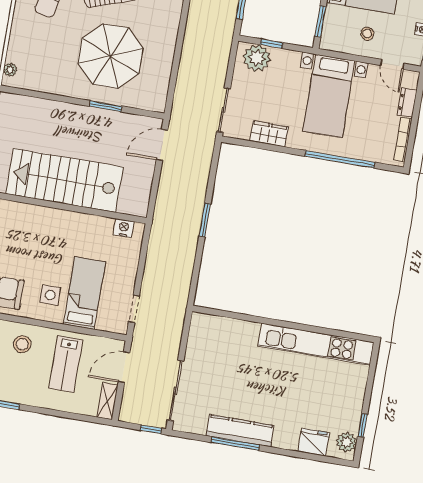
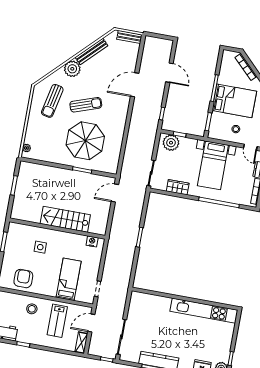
stairs: (64, 180) -> (65, 219), width x0.73, depth x0.66
side table: (50, 295) -> (40, 247), moved

